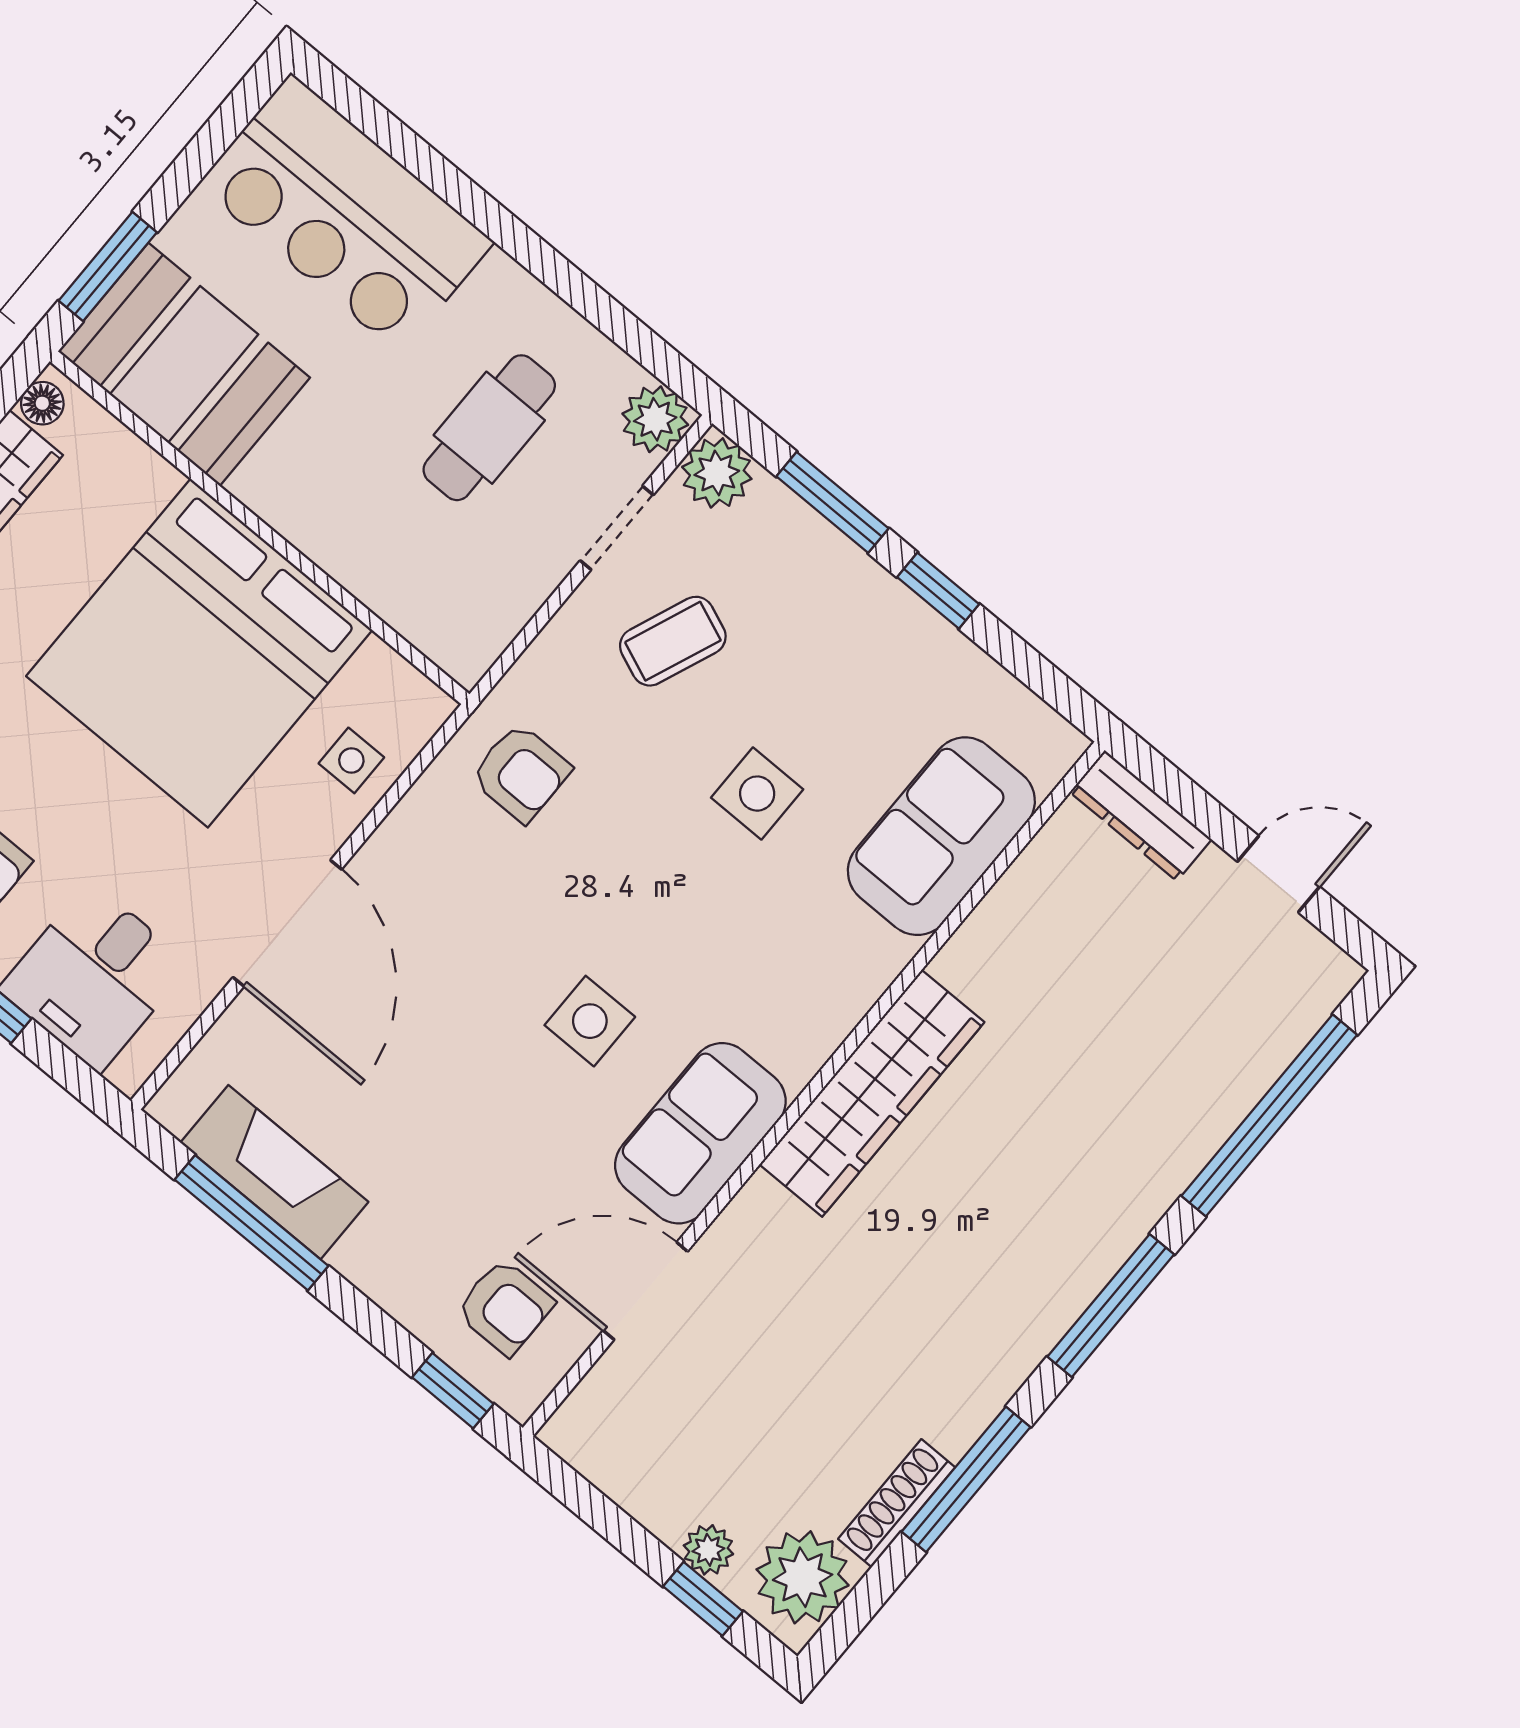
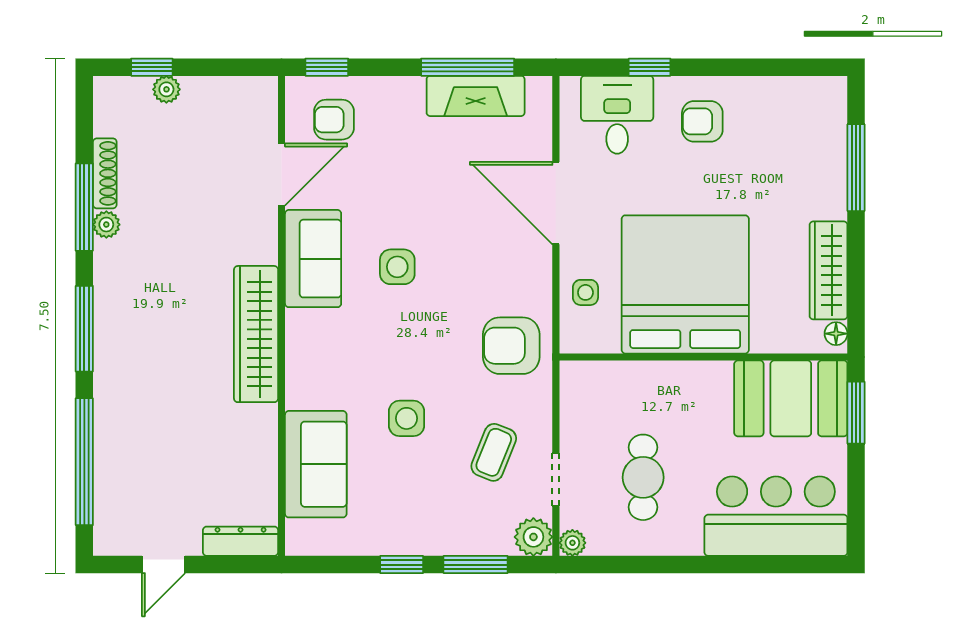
plant: (655, 419) -> (572, 543), width x0.73, depth x0.73
armchair: (521, 773) -> (511, 346), width x1.38, depth x1.38
plant: (803, 1577) -> (106, 225), moved, width x0.53, depth x0.53

